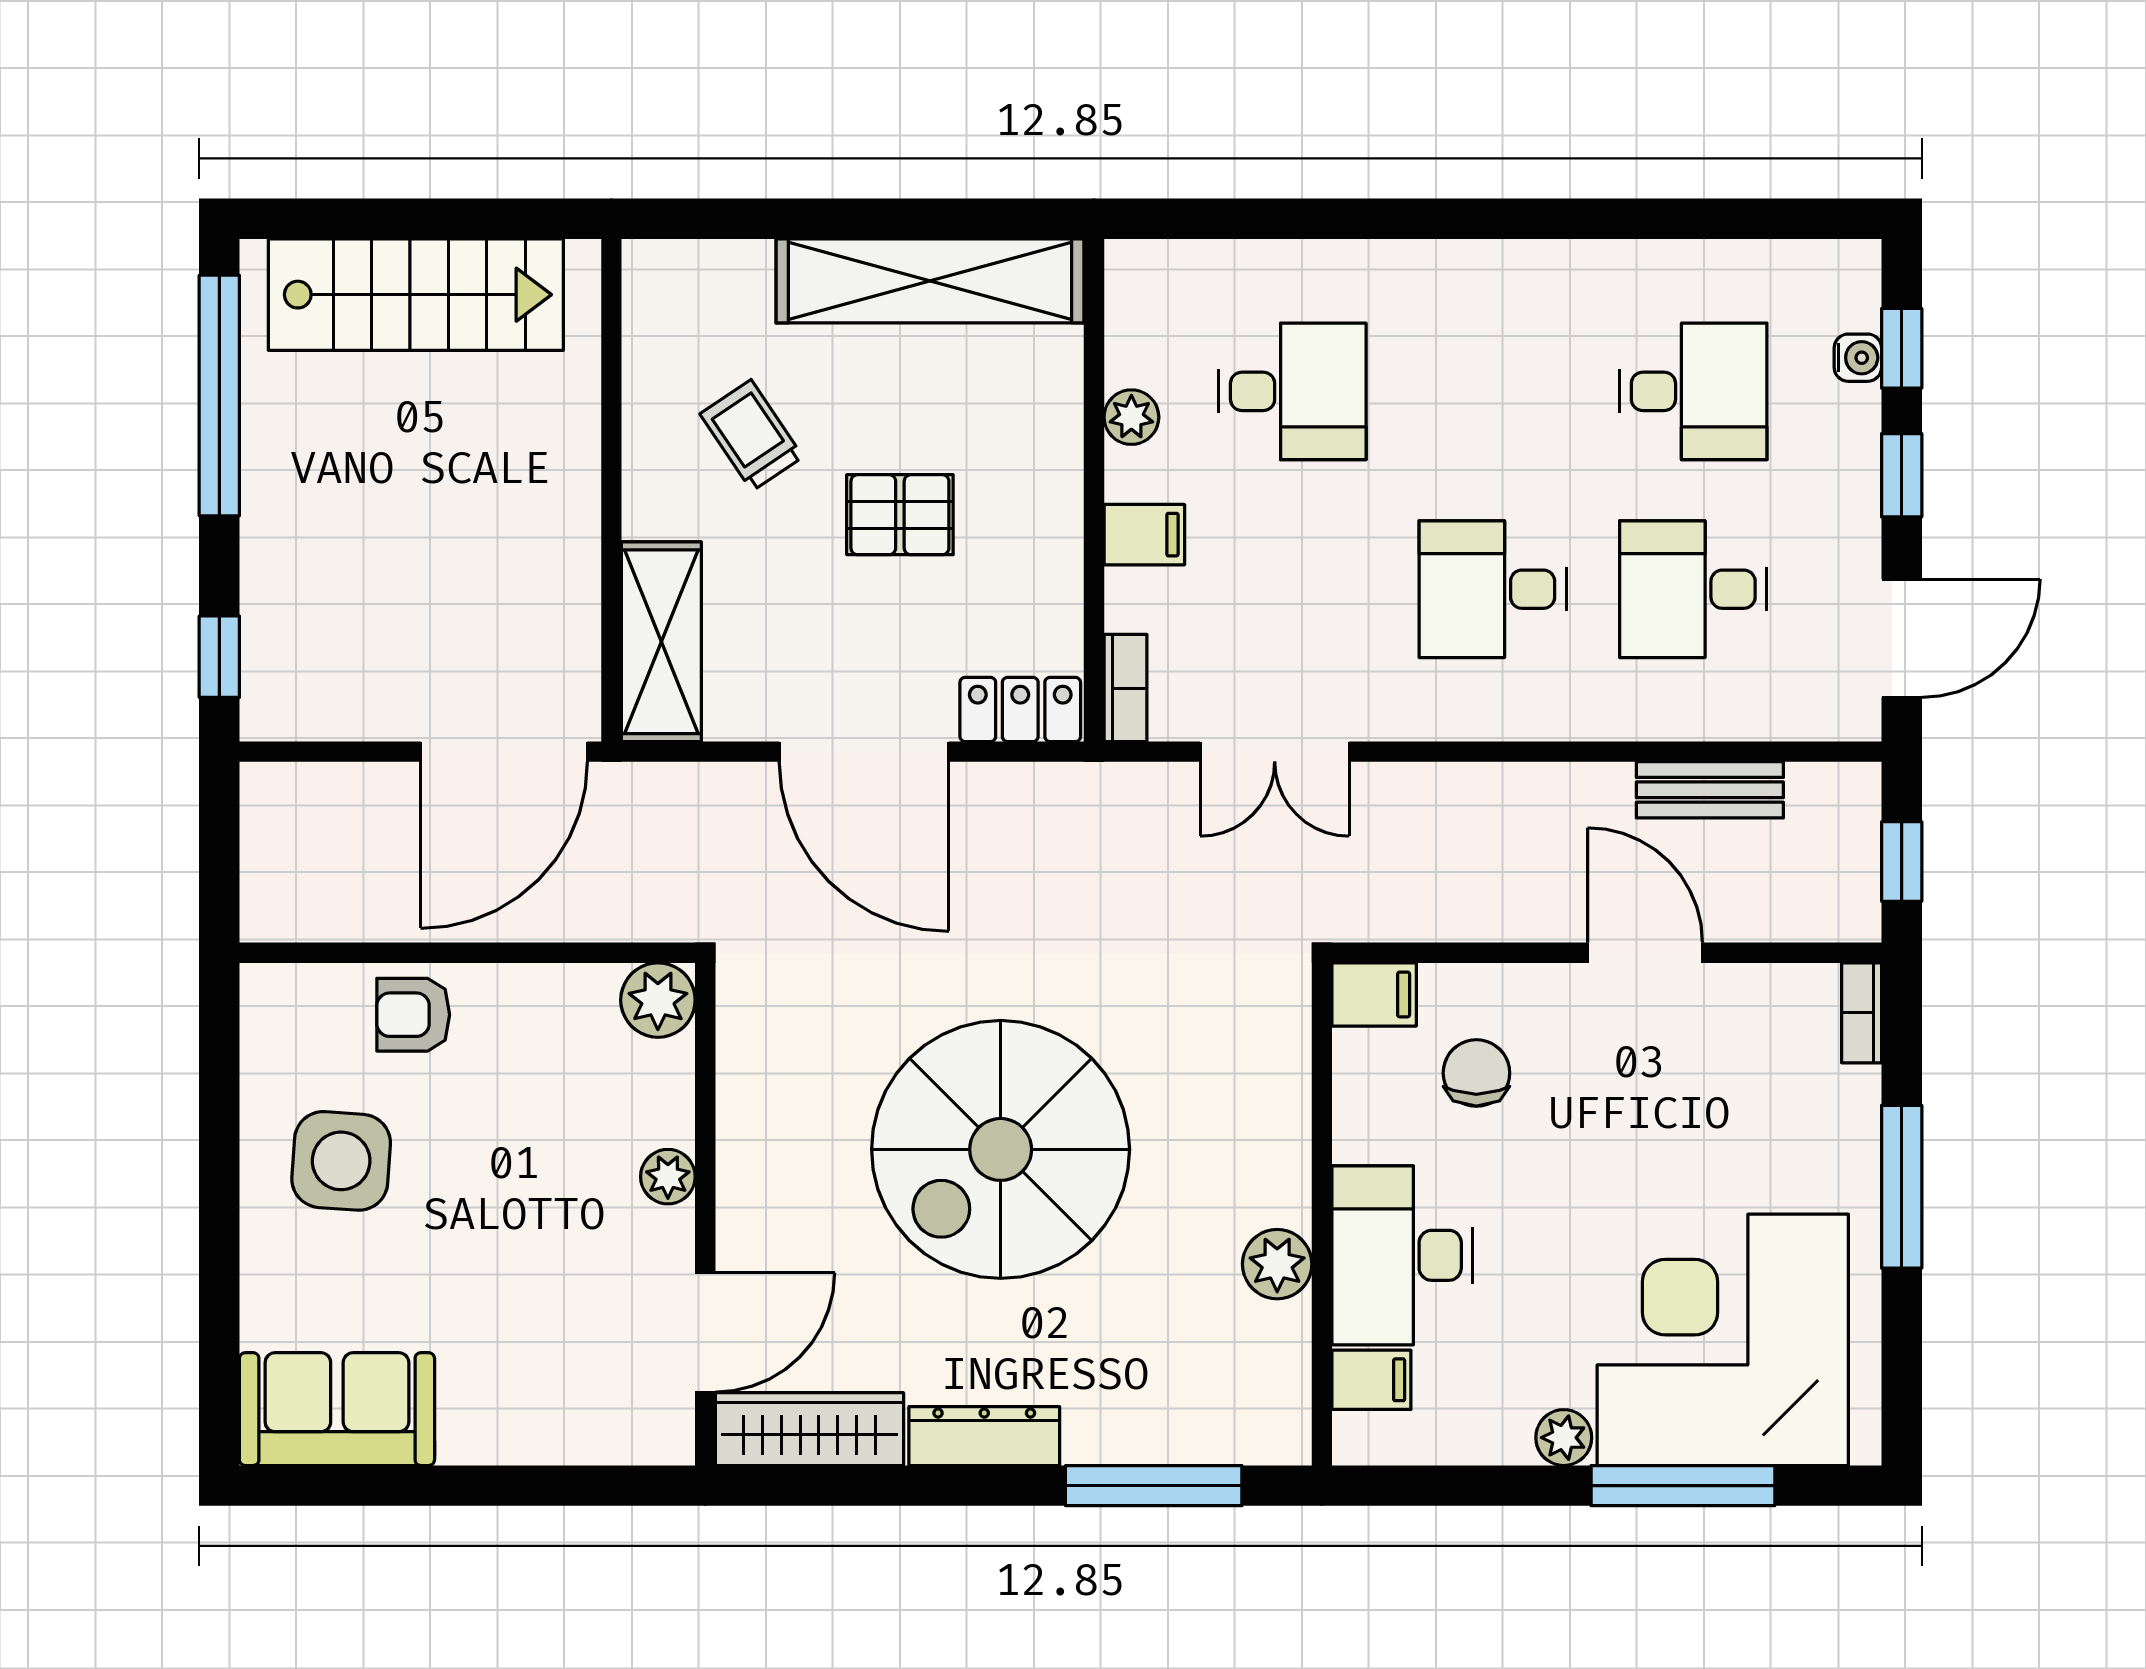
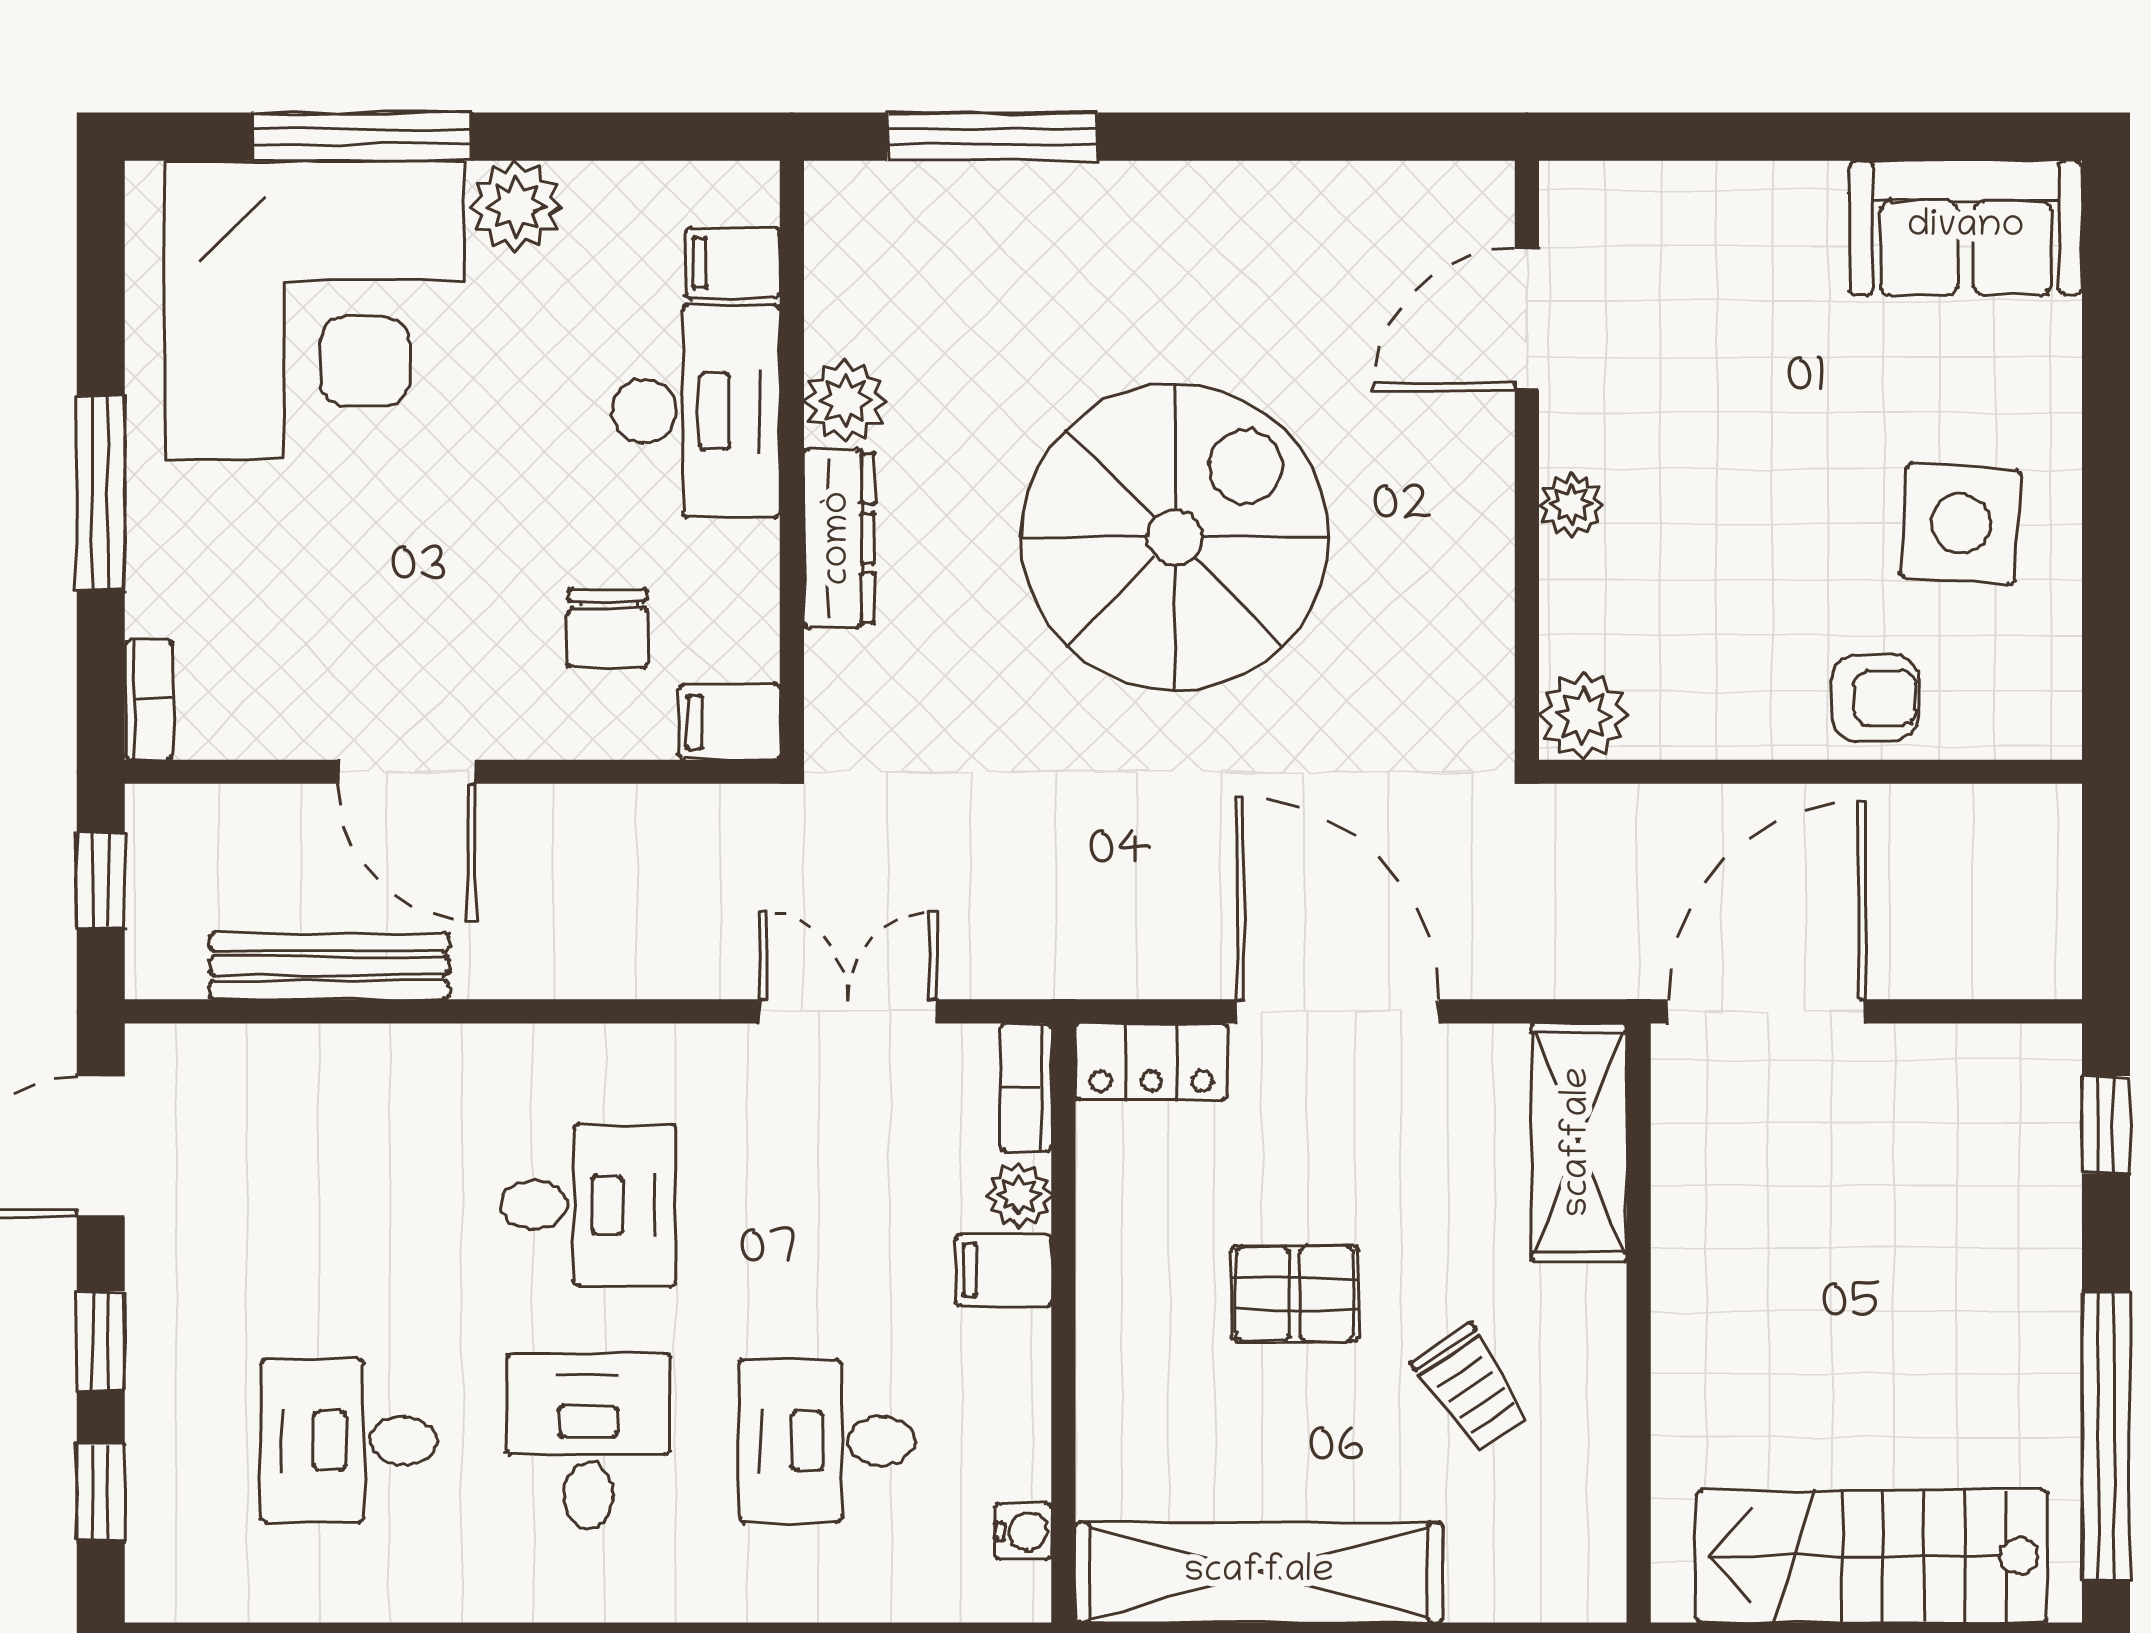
water cooler: (1858, 358) -> (1023, 1531), moved, turned 180
plant: (1131, 417) -> (1019, 1195), moved
desk: (1693, 589) -> (588, 1441), moved, turned -90
bench: (1710, 790) -> (329, 966), width x1.36
wardrobe: (809, 1429) -> (1403, 204), removed
dresser: (984, 1436) -> (839, 538), moved, turned -90
plant: (1564, 1438) -> (516, 206), width x1.38, depth x1.38

